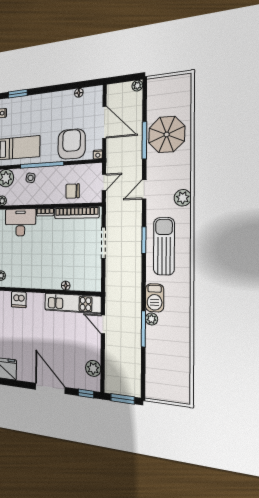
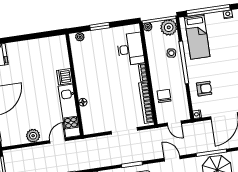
armchair: (72, 144) -> (204, 89), width x0.53, depth x0.53
dishwasher: (19, 300) -> (65, 77), moved
plant: (93, 368) -> (33, 136), moved

